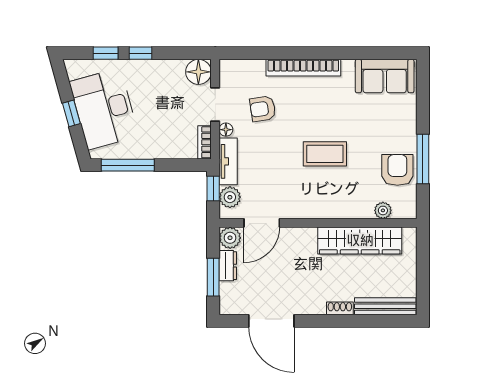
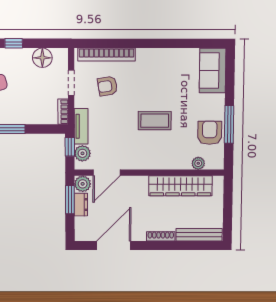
bookcase: (303, 68) -> (107, 55), moved
floor lamp: (198, 72) -> (42, 58), moved
sofa: (385, 76) -> (213, 71), moved, turned 90
floor lamp: (226, 130) -> (79, 102), removed
window: (213, 277) -> (70, 200), moved
shoe rack: (340, 308) -> (161, 236), width x1.43
door: (271, 321) -> (114, 245), swing flipped

